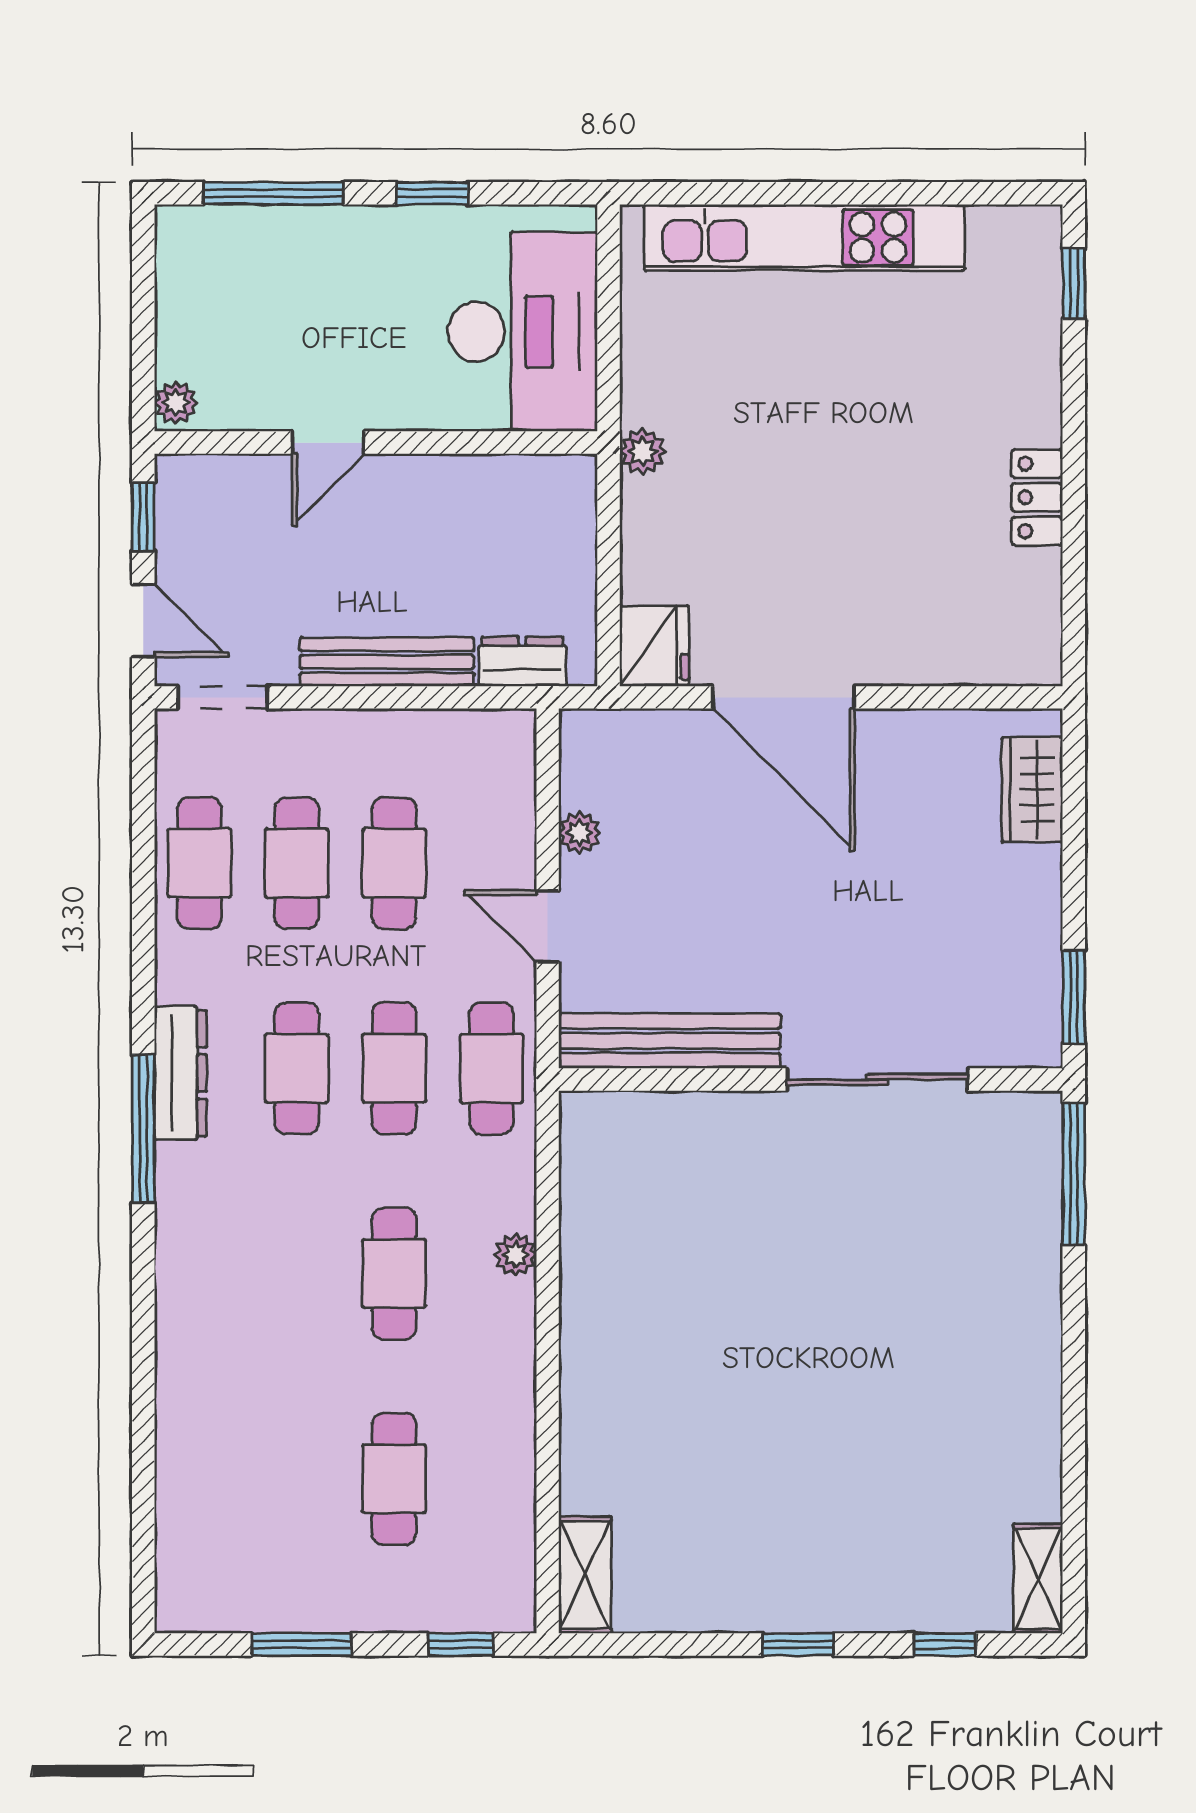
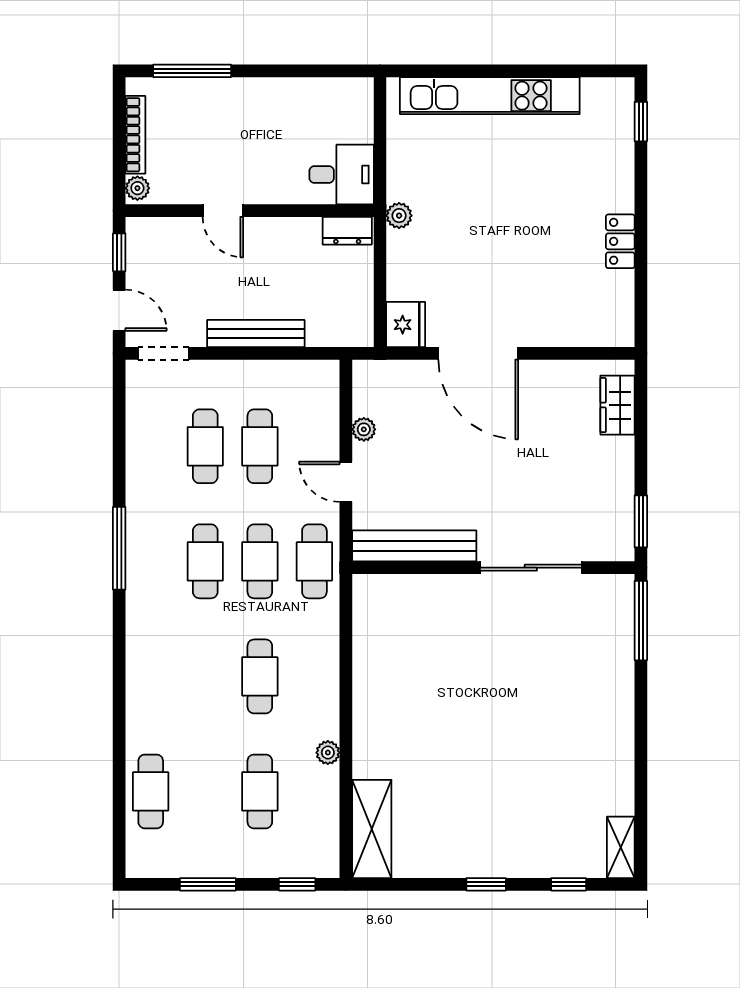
window: (432, 193) -> (281, 71), removed
bookcase: (172, 307) -> (135, 135), added
desk: (523, 332) -> (342, 175), width x0.53, depth x0.77
door: (328, 443) -> (223, 211), hinge flipped
dresser: (522, 662) -> (347, 231), moved, turned 180
cafe table: (199, 863) -> (151, 791), moved
dresser: (180, 1073) -> (140, 564), removed
window: (143, 1128) -> (119, 548), moved
plant: (515, 1255) -> (328, 753), moved
shelving: (585, 1575) -> (372, 829), width x1.50, depth x1.33

